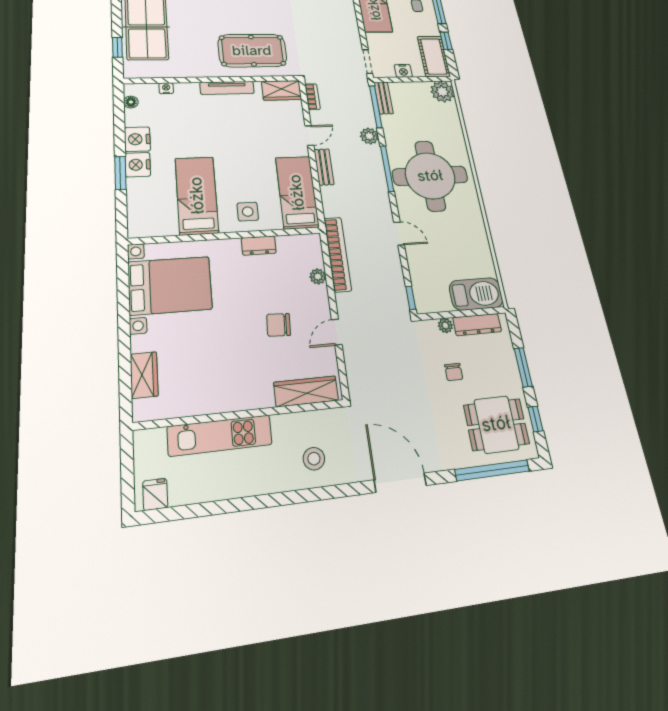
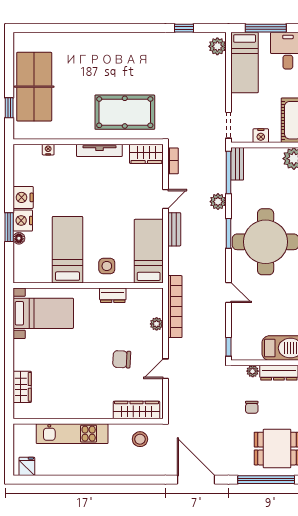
floor lamp: (131, 102) -> (19, 238), moved
window: (387, 169) -> (229, 233), width x0.69
bed with nightstands: (170, 285) -> (43, 313), width x0.73
stool: (314, 459) -> (140, 439), moved

